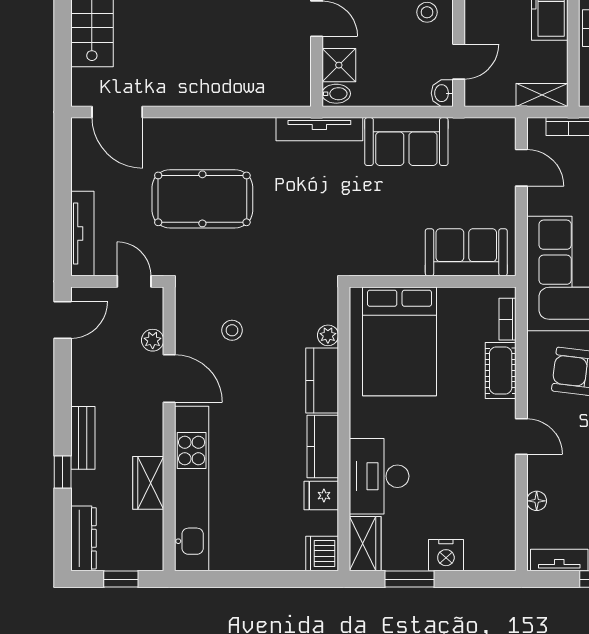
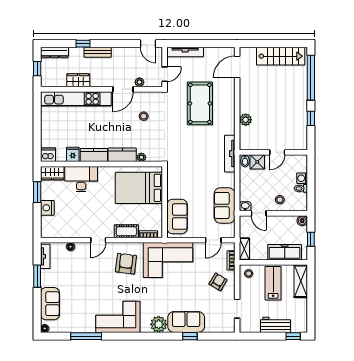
plant: (240, 92) -> (246, 120), added
sofa: (406, 142) -> (224, 205), moved

